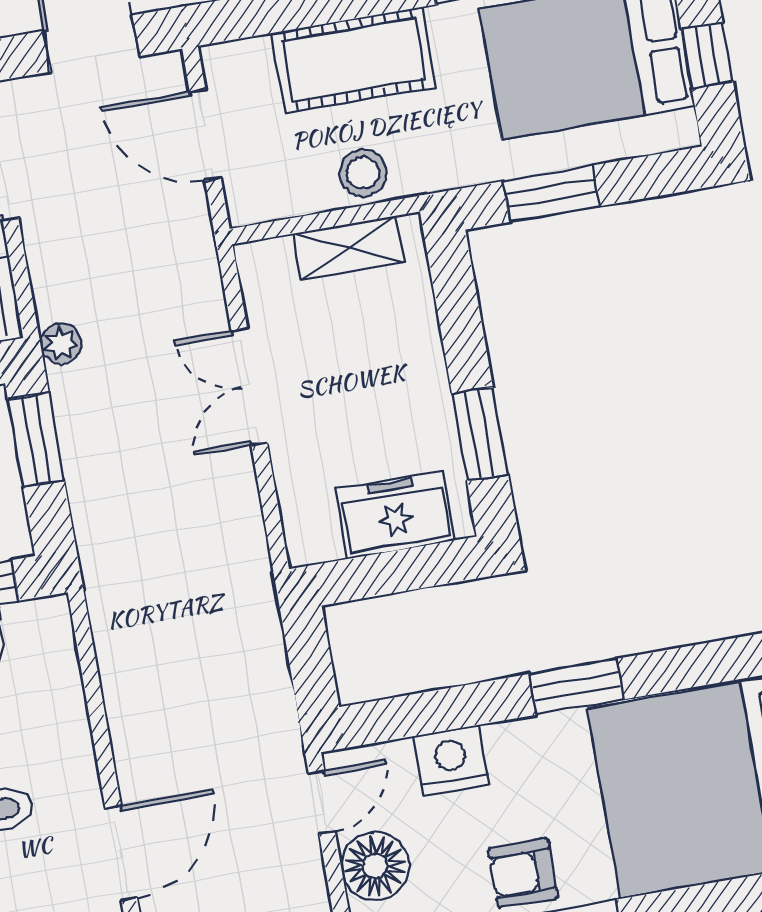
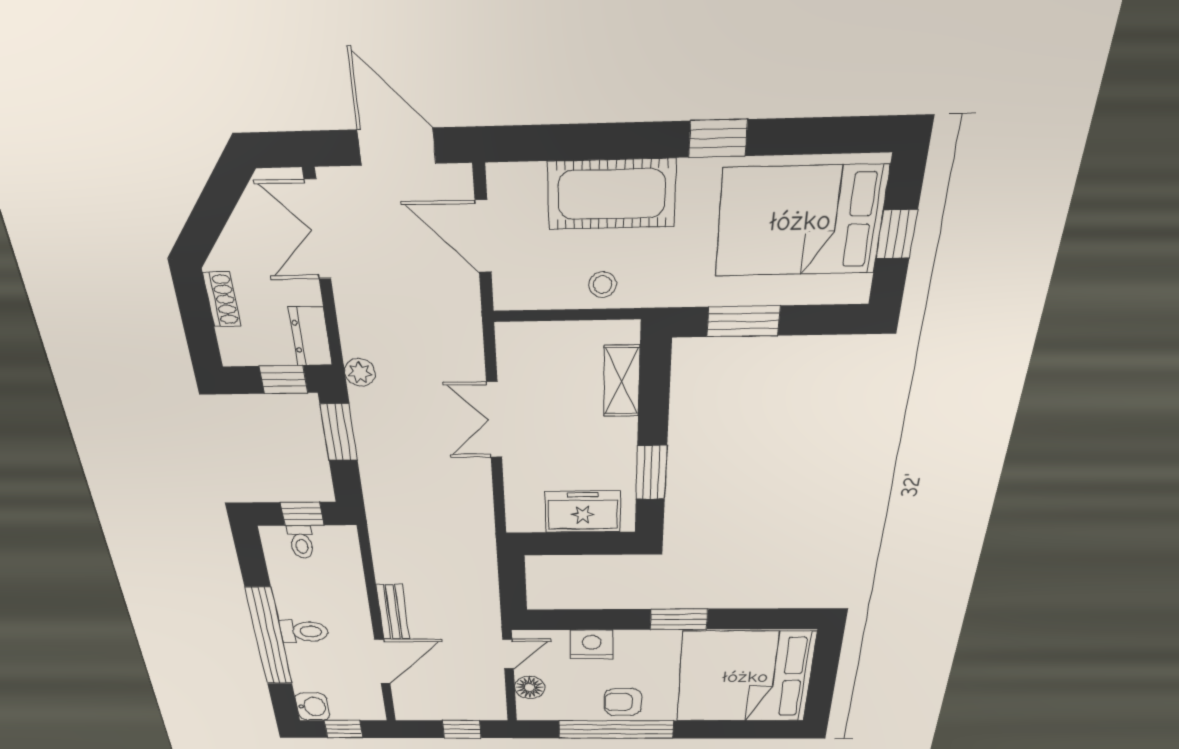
stool: (363, 173) -> (603, 285), width x0.73, depth x0.73
shelving: (348, 248) -> (622, 381), moved, turned 90
bench: (131, 747) -> (393, 612), added
floor lamp: (375, 866) -> (530, 687), width x0.73, depth x0.73

